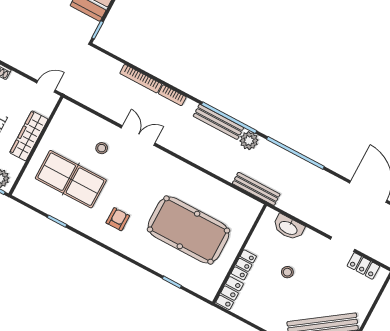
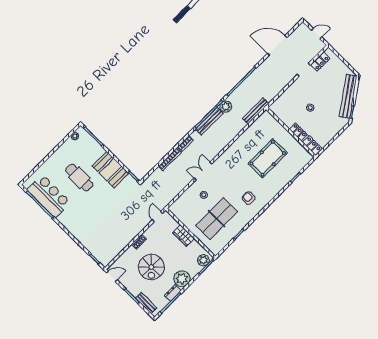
wardrobe: (29, 136) -> (184, 236), width x0.67
washbasin: (288, 227) -> (284, 99), removed
pool table: (188, 230) -> (268, 158), width x0.73, depth x0.76

